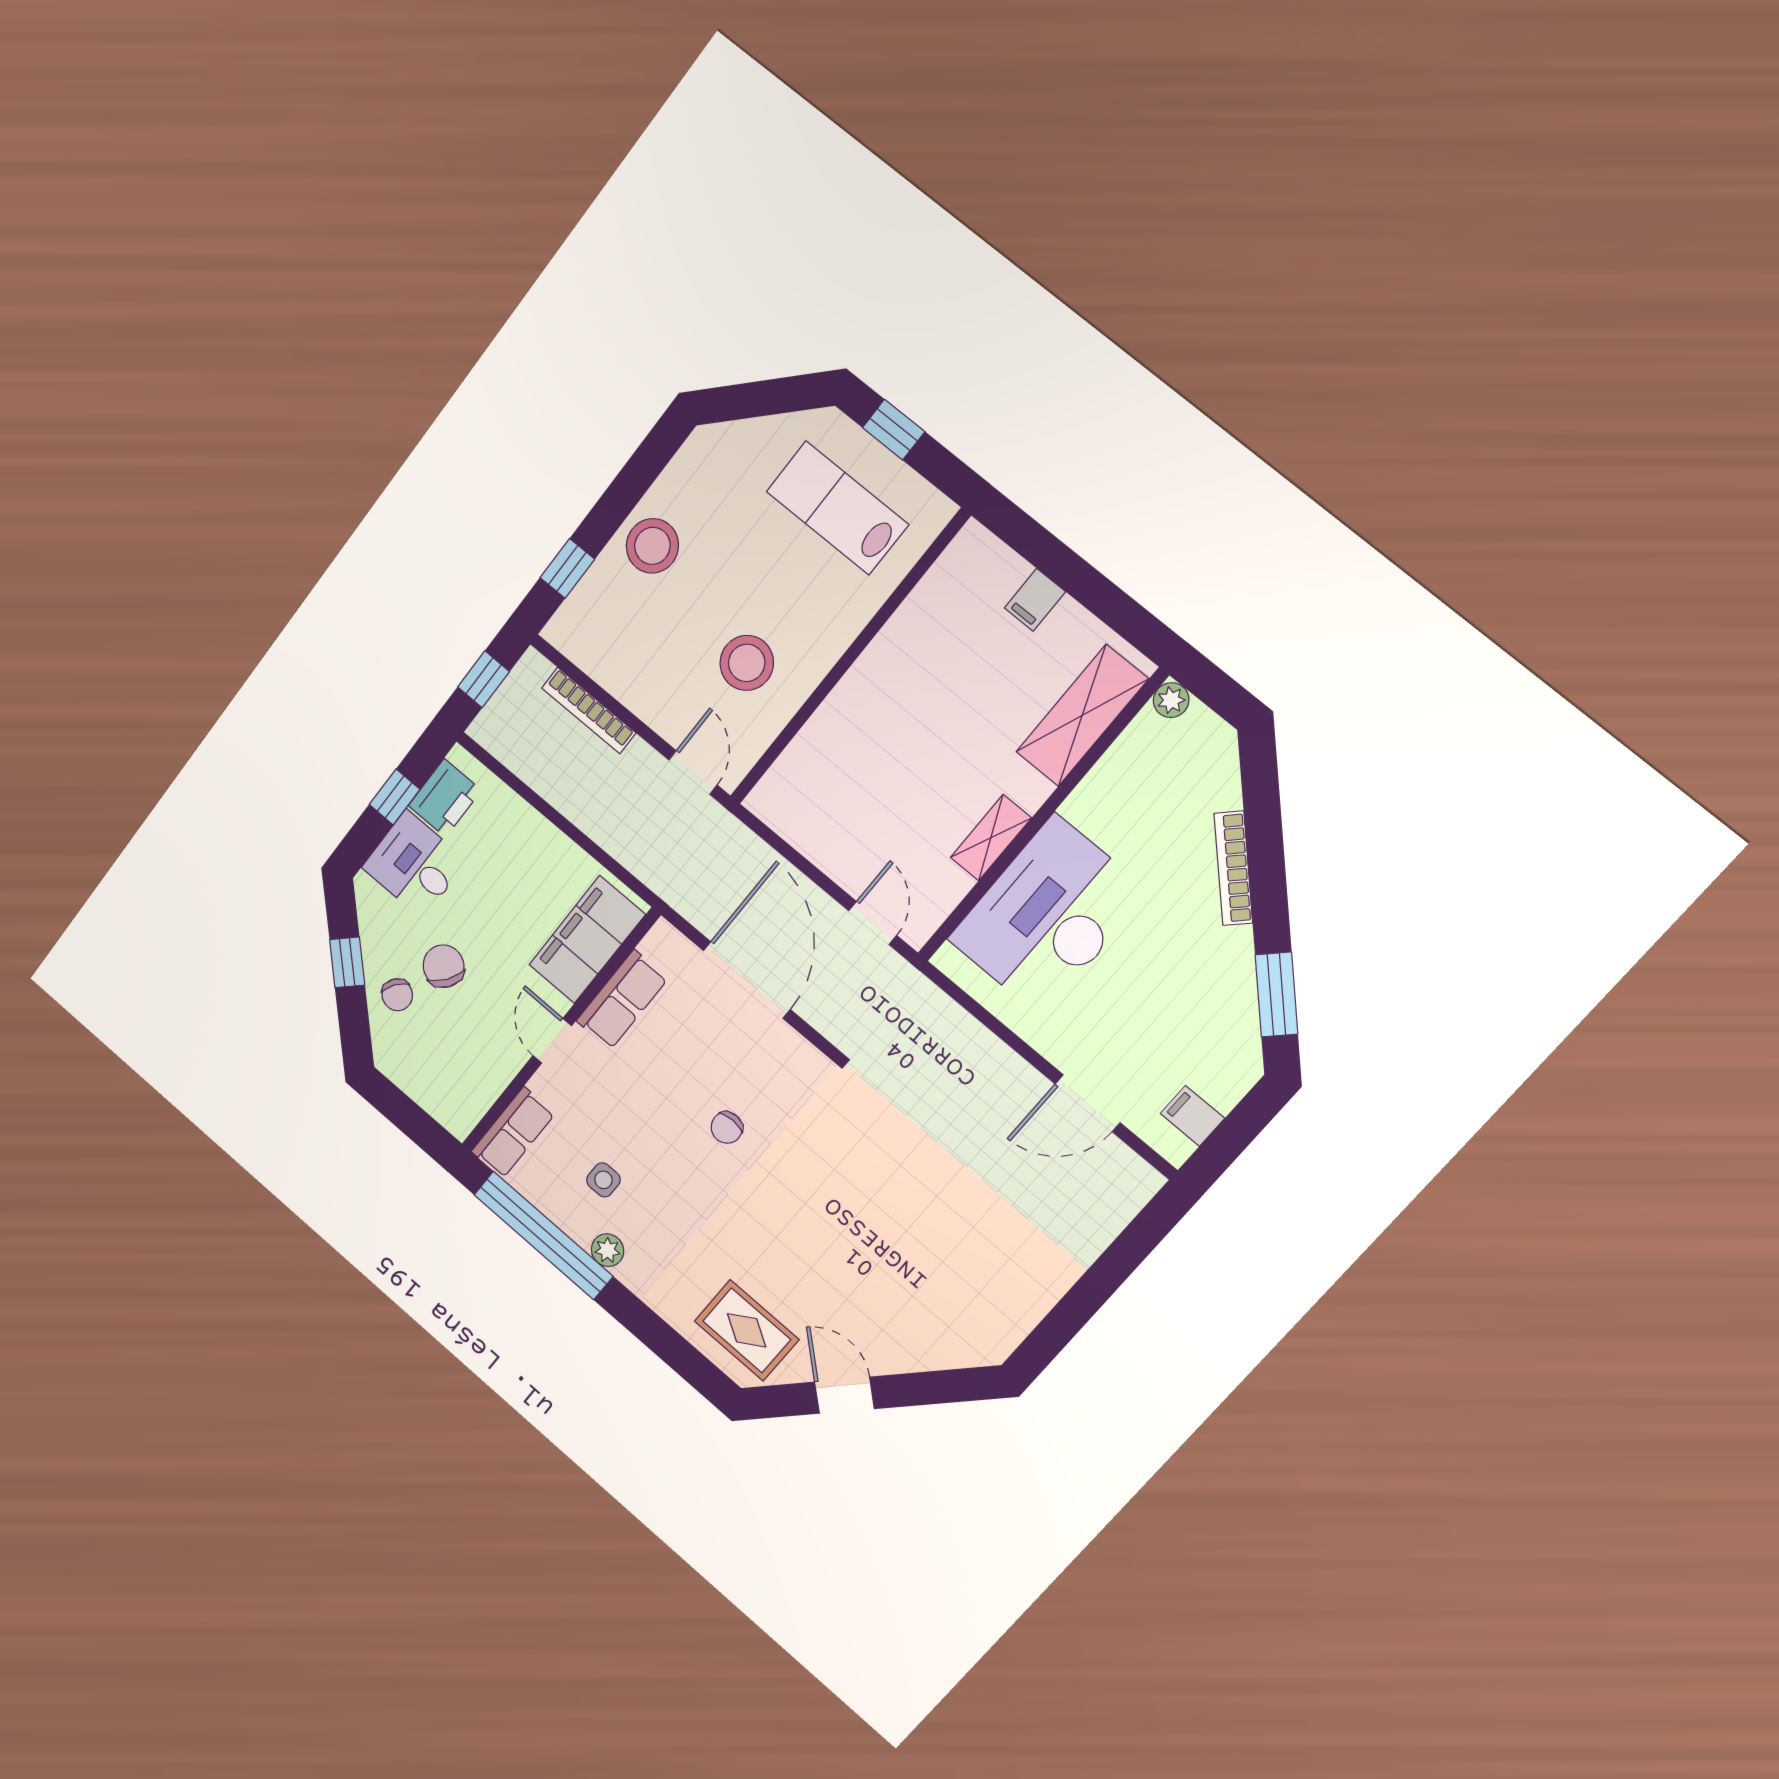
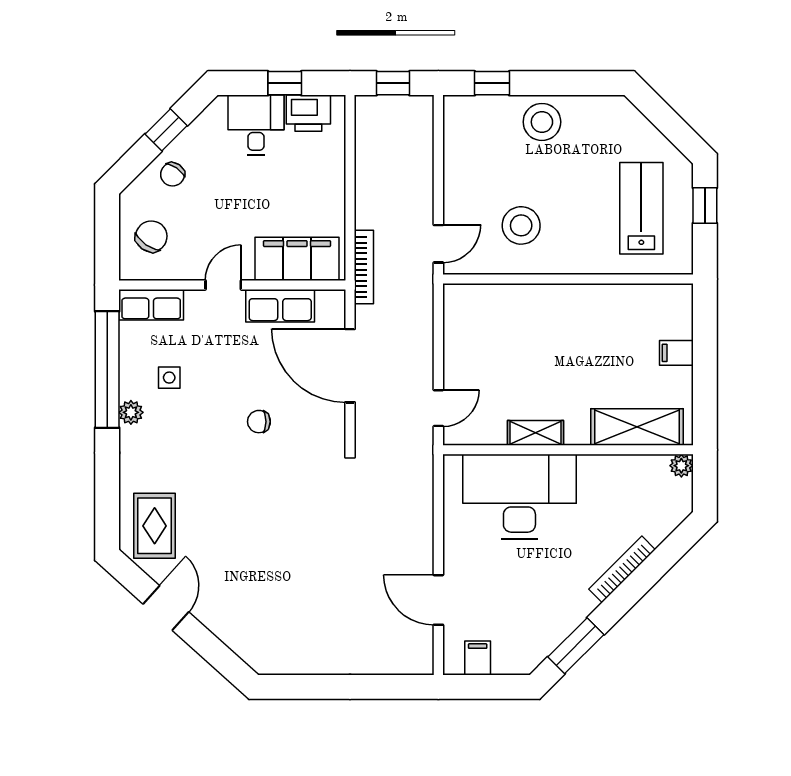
bookcase: (589, 710) -> (364, 267), moved, turned 180
chair: (444, 966) -> (151, 236), moved
door: (747, 980) -> (350, 366), swing flipped

